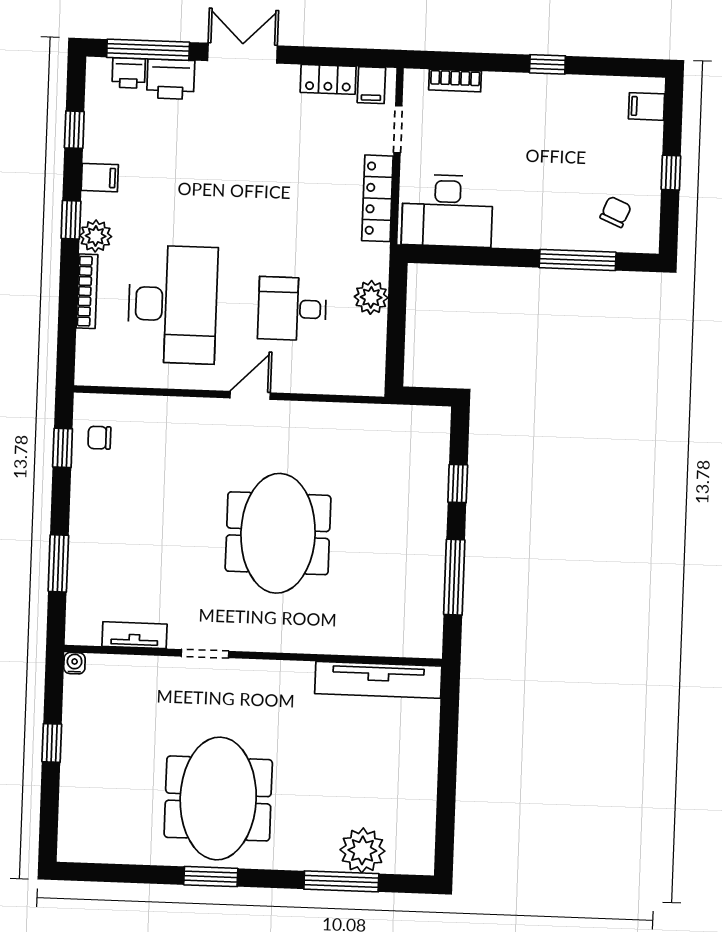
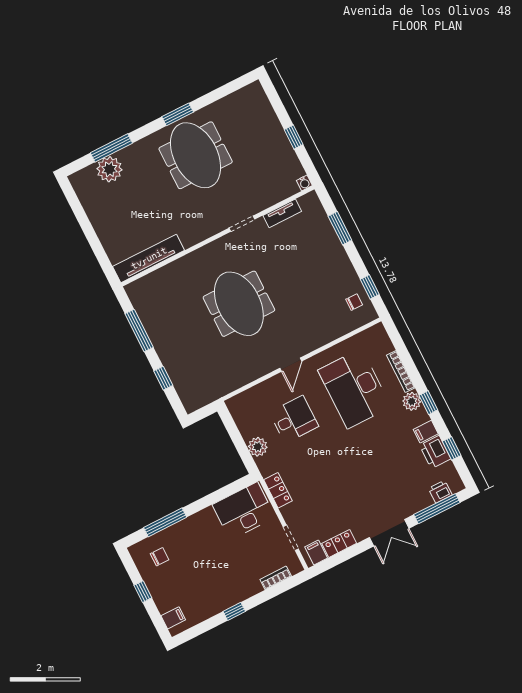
printer: (171, 79) -> (435, 452), moved, turned -90
locker: (377, 198) -> (278, 490), width x0.66
chair: (616, 212) -> (160, 557), turned -113

